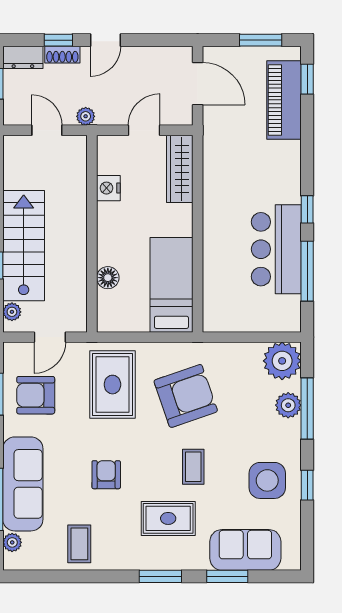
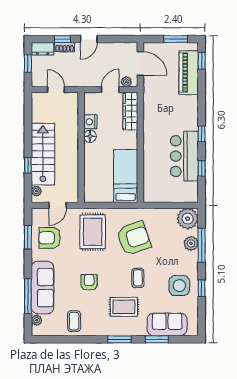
plant: (86, 116) -> (126, 82), moved
window: (307, 271) -> (202, 168), width x0.46
floor lamp: (108, 278) -> (90, 136), moved

